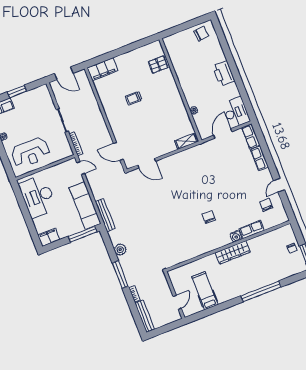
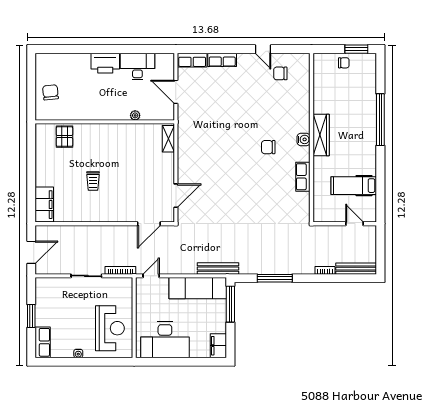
chair: (201, 34) -> (50, 92), moved
desk: (236, 113) -> (137, 67), moved
row of seats: (252, 230) -> (303, 177), moved
water cooler: (236, 236) -> (304, 139), moved
plant: (120, 250) -> (266, 267), removed
window: (120, 275) -> (275, 278), moved

